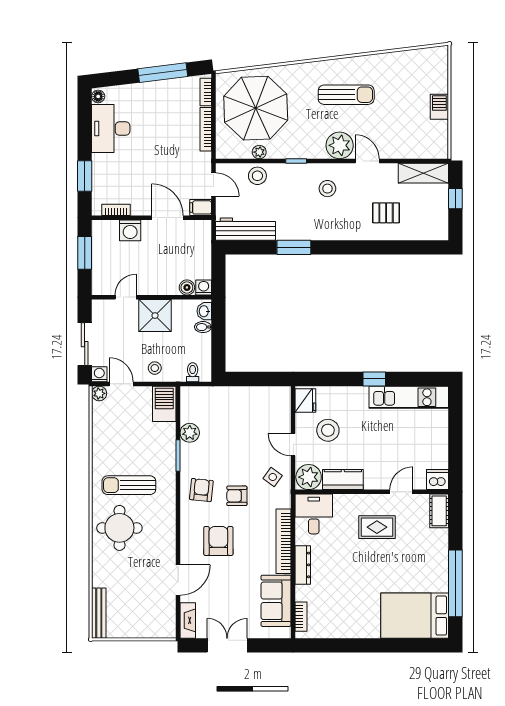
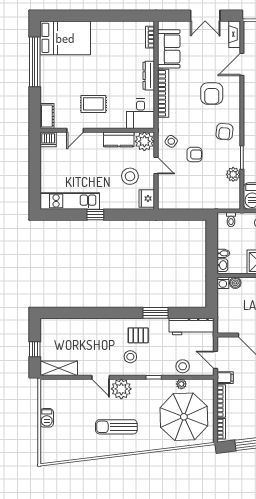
filing cabinet: (201, 207) -> (225, 378), moved
pallet: (386, 213) -> (138, 335), moved
armchair: (237, 496) -> (194, 155), moved

